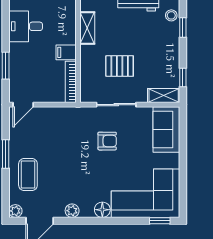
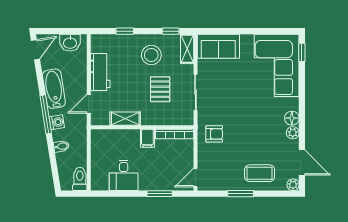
stool: (171, 15) -> (151, 55), moved, width x1.89, depth x1.89
door: (23, 105) -> (195, 178), swing flipped
armchair: (107, 141) -> (214, 134), moved, turned 90
floor lamp: (102, 210) -> (292, 118), moved

